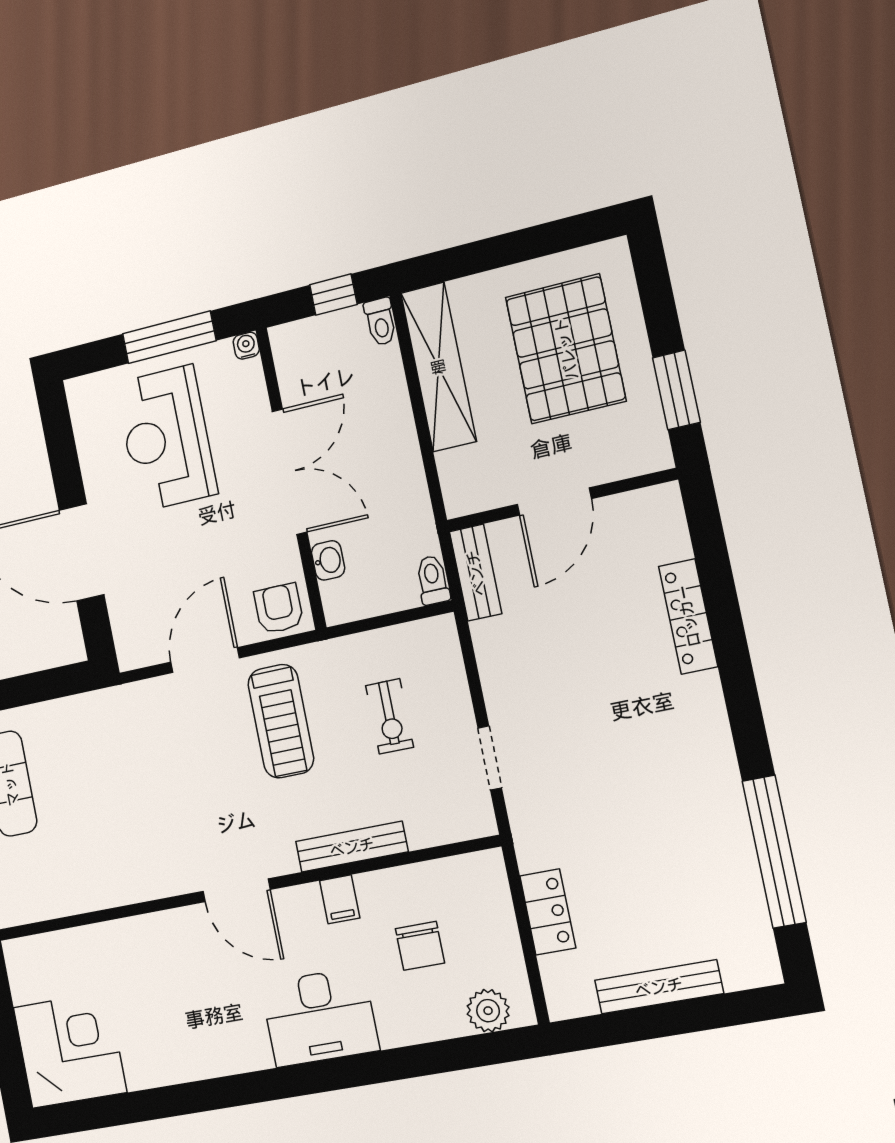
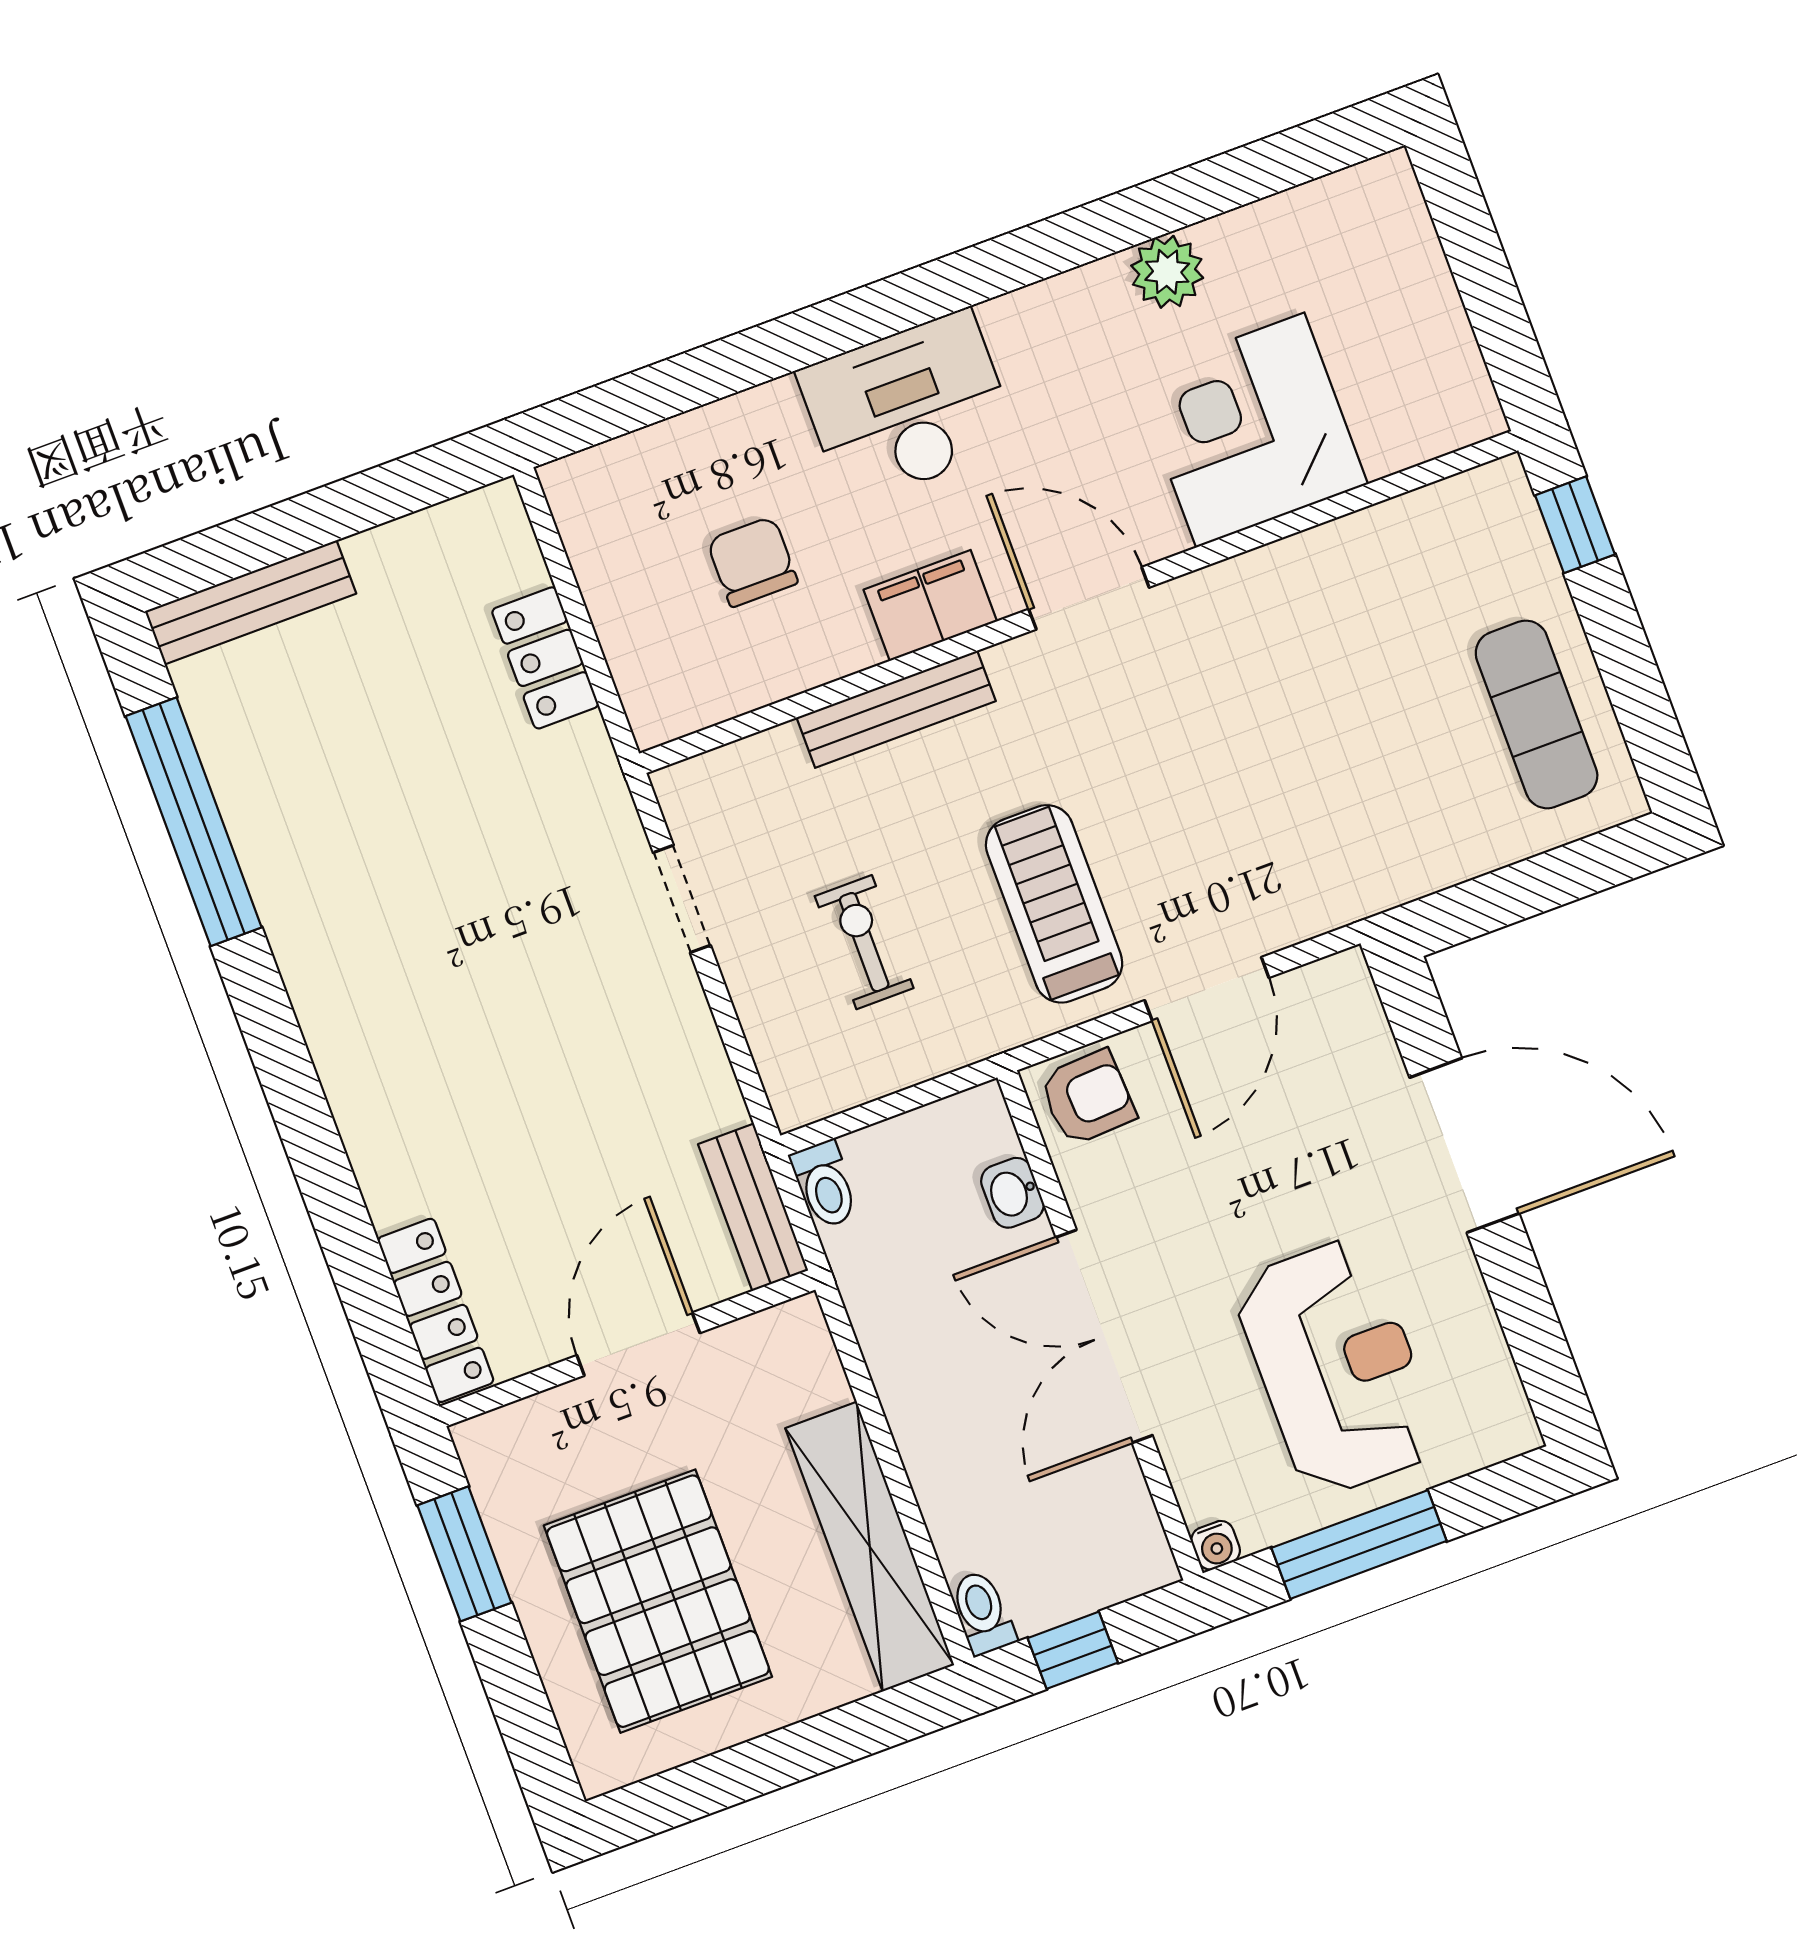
armchair: (279, 609) -> (1088, 1098), turned -93
locker: (688, 616) -> (436, 1310), moved
filing cabinet: (340, 899) -> (930, 605), width x2.00
bench: (659, 987) -> (250, 602), moved
plant: (488, 1011) -> (1167, 272), moved
corner desk: (70, 1050) -> (1250, 430), moved, turned 90

